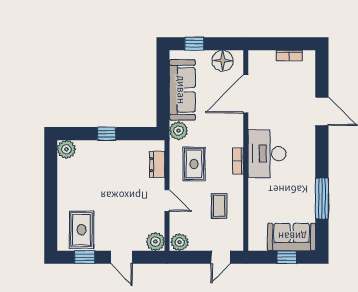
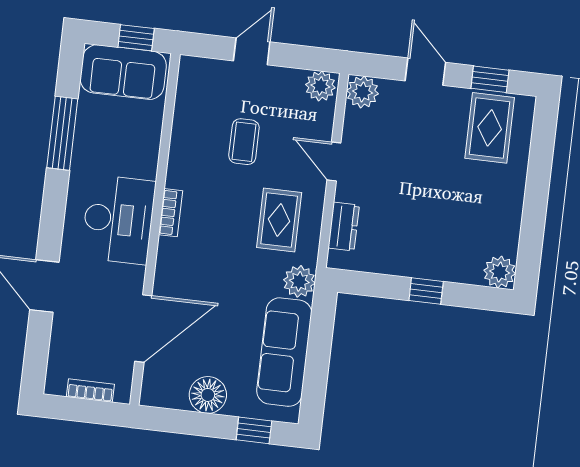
door: (246, 94) -> (143, 328), moved
wall: (246, 150) -> (155, 229), moved
desk: (267, 154) -> (118, 220), moved
bookcase: (238, 161) -> (171, 213), moved

